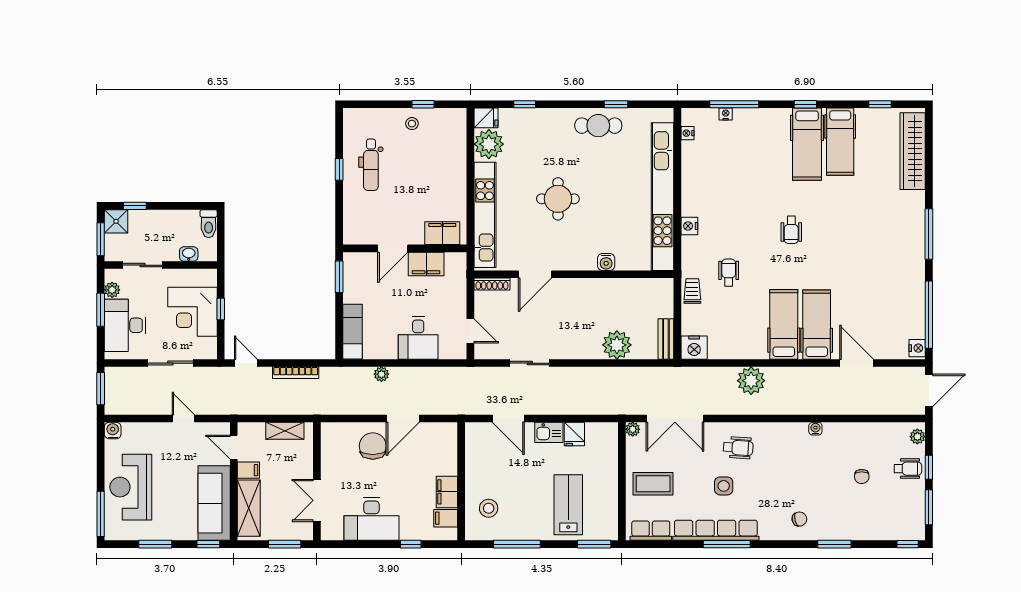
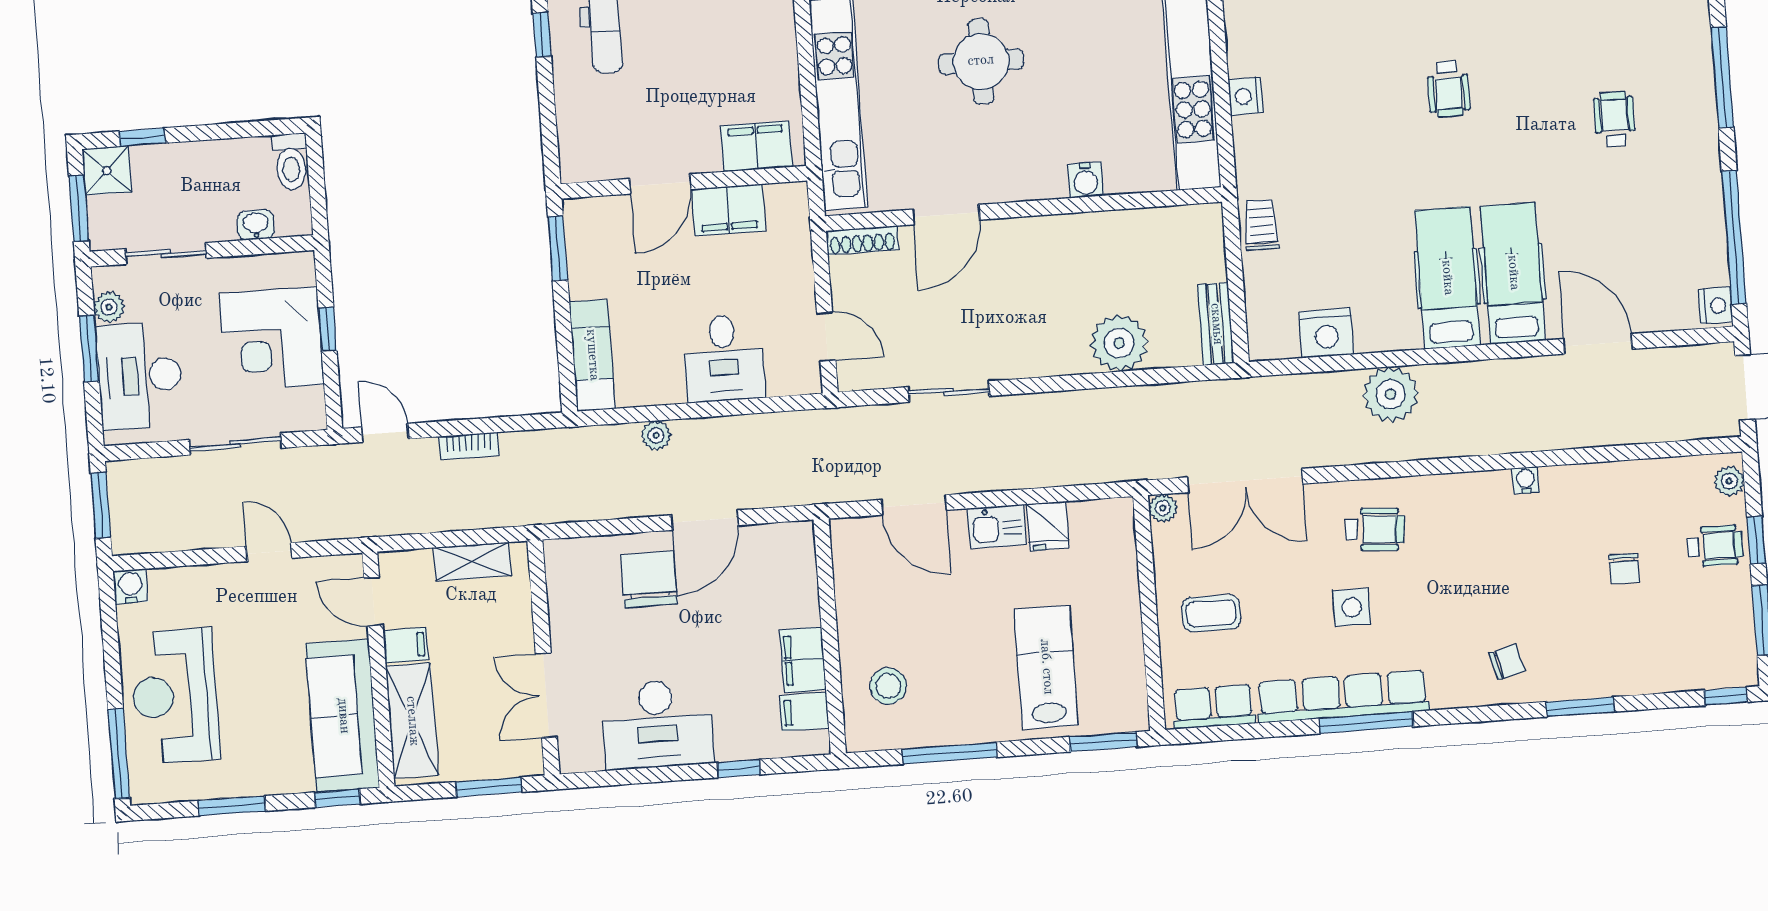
wheelchair: (729, 273) -> (1614, 119), moved
nightstand: (694, 348) -> (1327, 333), moved
bookcase: (296, 373) -> (469, 446), width x0.64
coffee table: (653, 484) -> (1211, 613), width x0.73, depth x0.77

